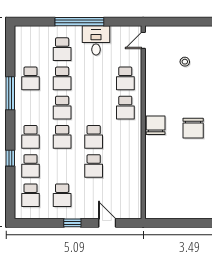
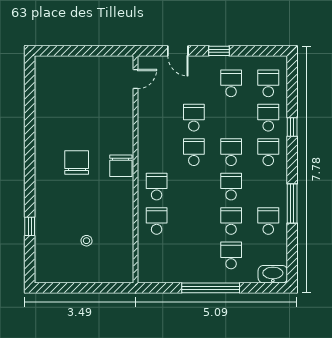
washbasin: (27, 33) -> (273, 274), added
desk: (96, 40) -> (191, 266), removed
door: (143, 40) -> (136, 79), moved

